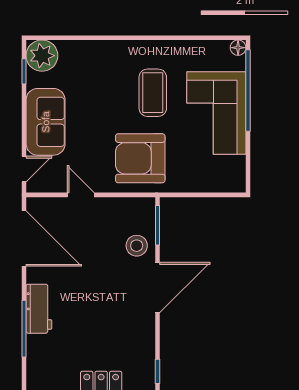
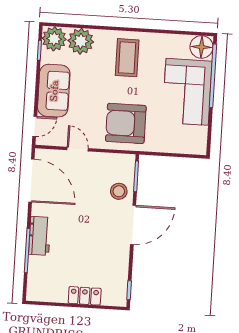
floor lamp: (238, 48) -> (202, 47), width x1.89, depth x1.89
plant: (76, 57) -> (81, 41), added
coffee table: (153, 93) -> (127, 58), moved

